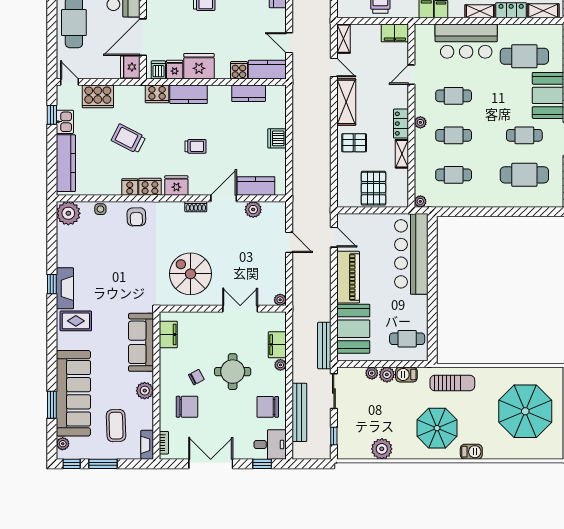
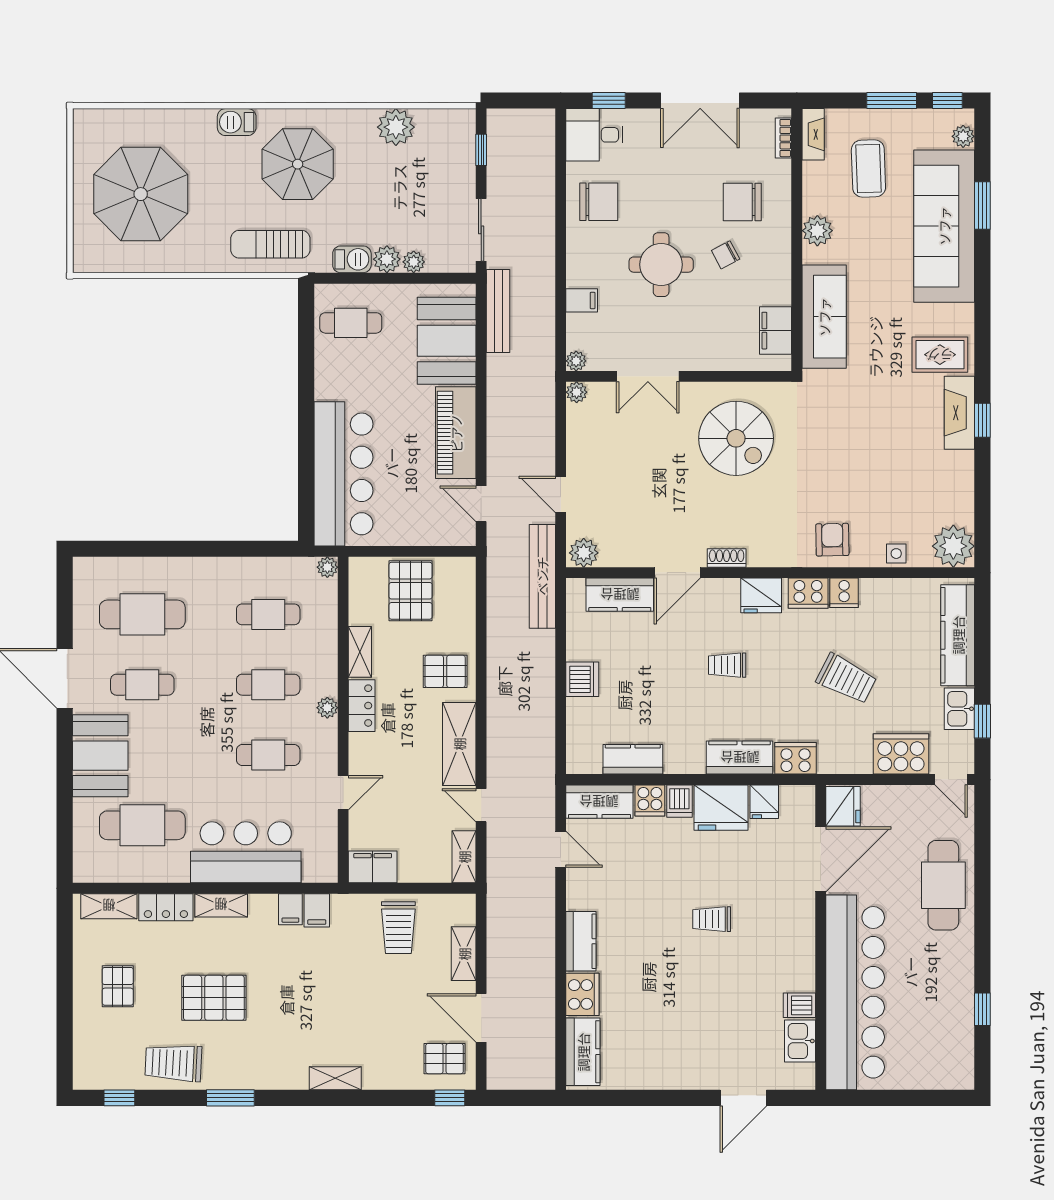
dishwasher: (158, 70) -> (679, 801), moved
plant: (253, 210) -> (584, 553), moved
filing cabinet: (277, 345) -> (582, 300), width x0.50
plant: (280, 365) -> (576, 361), moved
bench: (299, 412) -> (542, 576), moved

